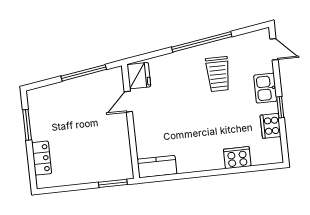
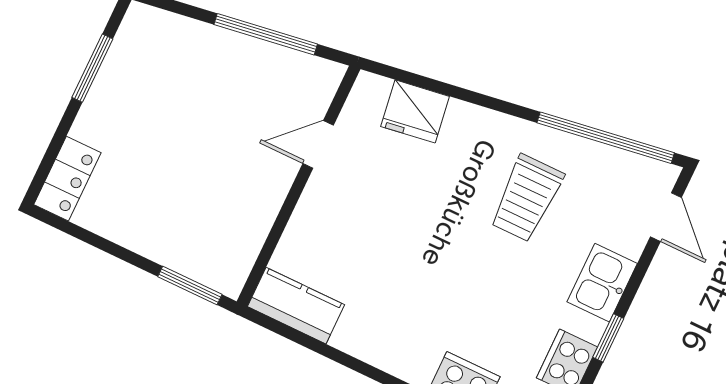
window: (202, 42) -> (606, 138), moved
fridge: (139, 76) -> (415, 111), moved, turned 81
locker: (42, 158) -> (67, 179), moved

